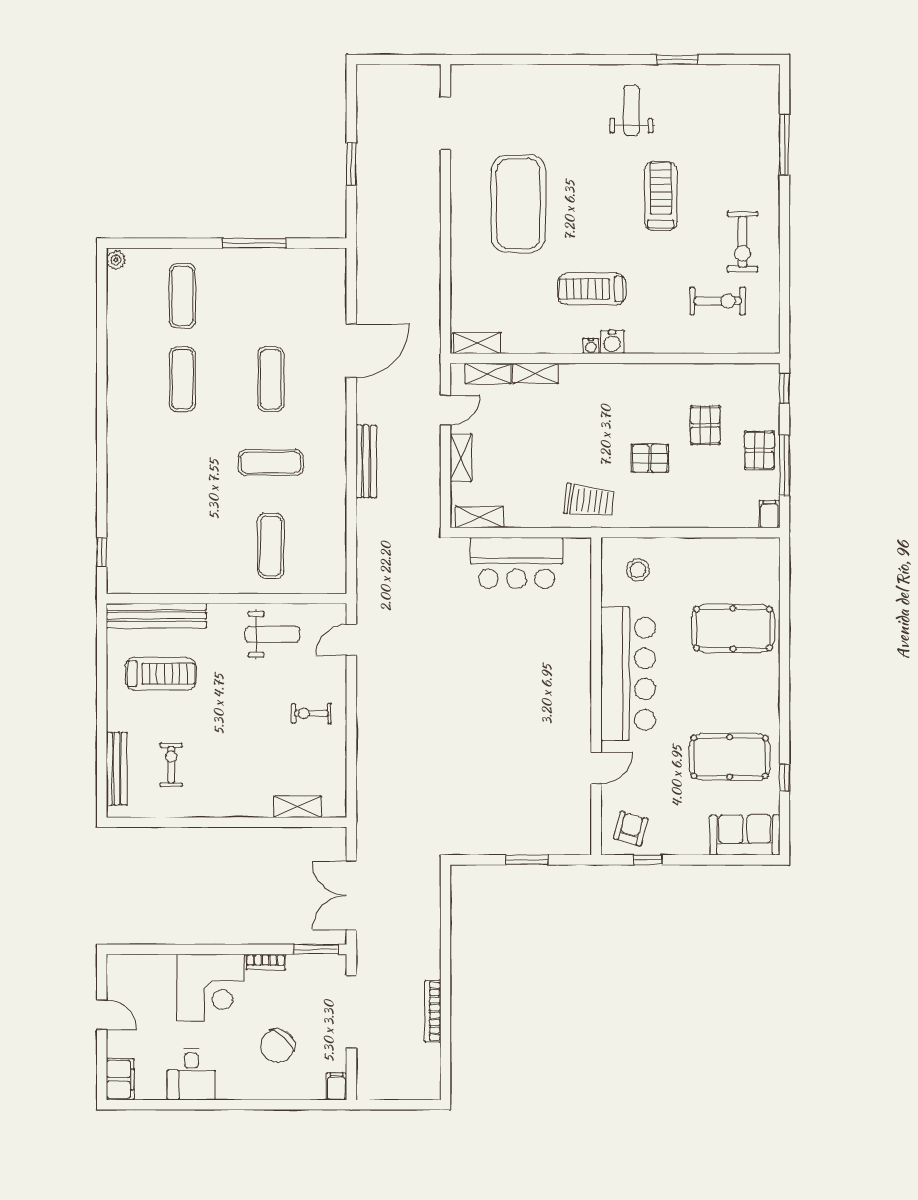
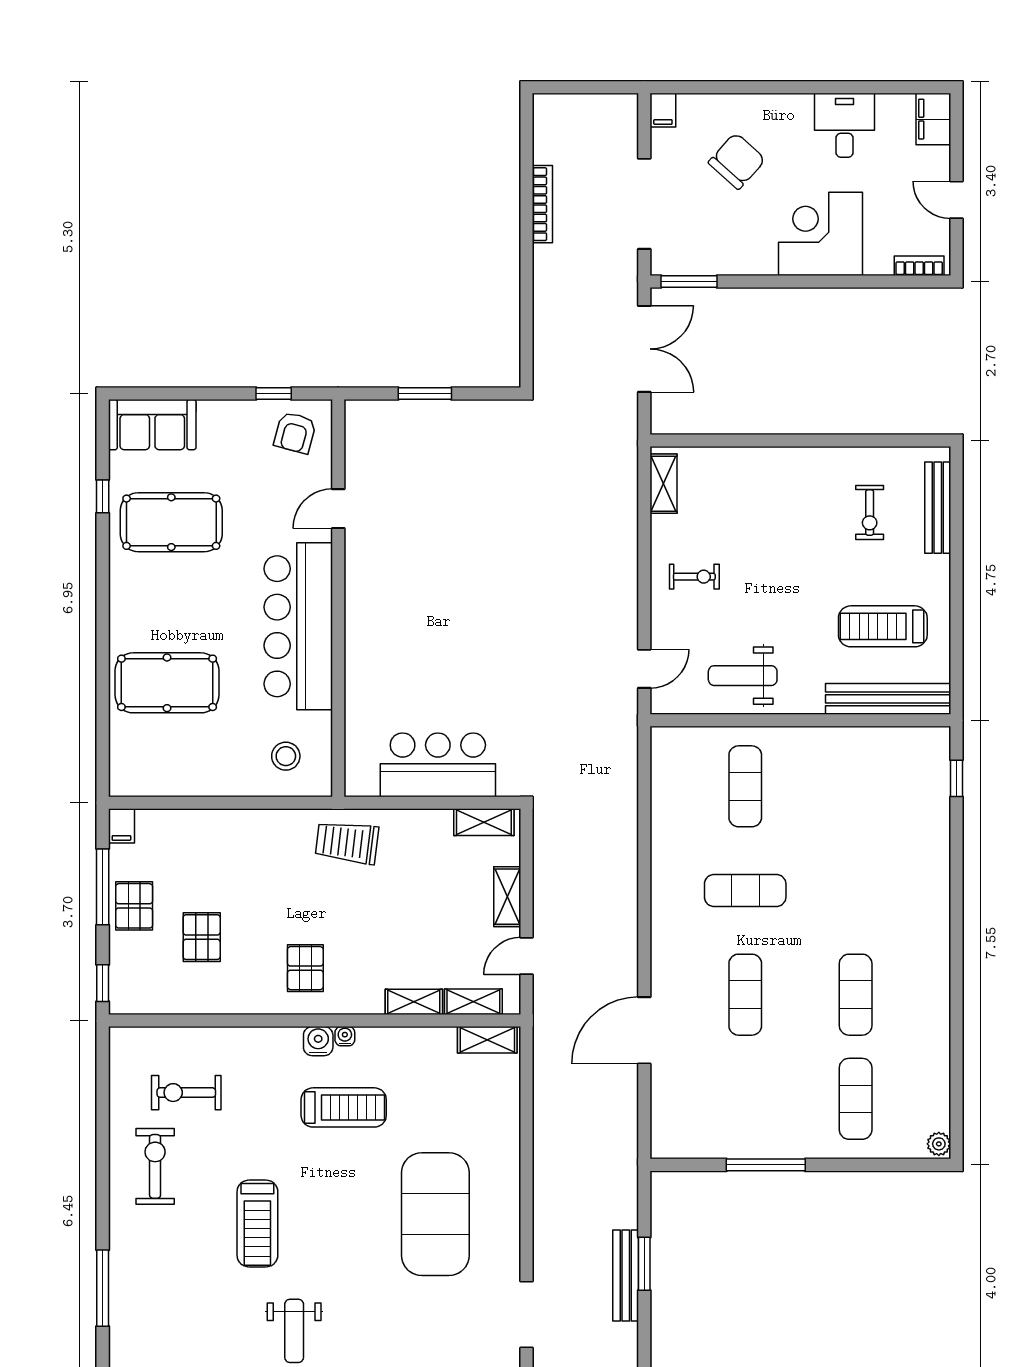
pallet: (650, 458) -> (305, 968), moved, turned 90
bench: (366, 461) -> (626, 1276), moved
shelving: (298, 807) -> (664, 484), moved, turned 90
bookcase: (266, 962) -> (919, 266), moved

